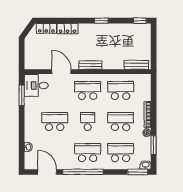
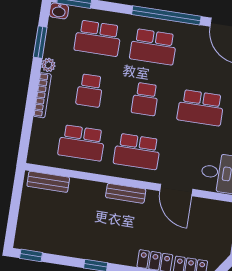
school desk: (121, 122) -> (90, 90), width x0.54

